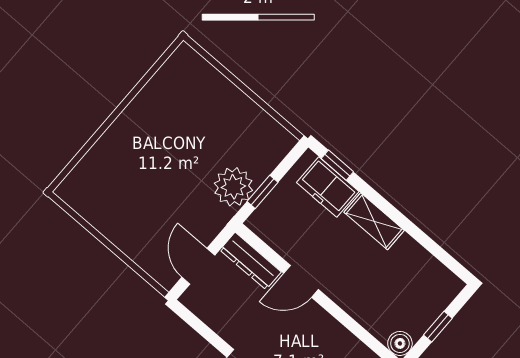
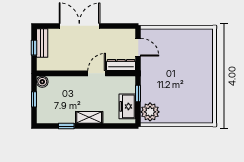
window: (337, 165) -> (66, 126), moved
plant: (233, 187) -> (150, 112), moved
freezer: (328, 187) -> (127, 106), moved, turned -90

